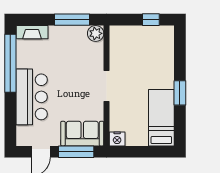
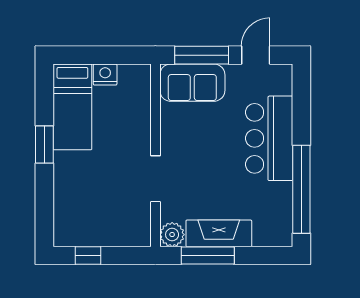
fireplace: (32, 32) -> (219, 233), moved, width x1.37, depth x1.32
doorway: (107, 86) -> (155, 179), moved
nightstand: (117, 139) -> (105, 75), moved

